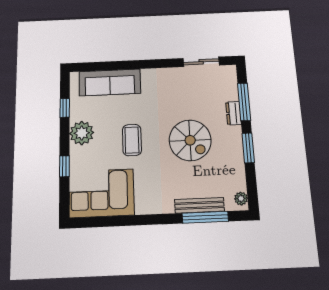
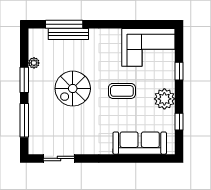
dresser: (233, 113) -> (34, 110), removed
coffee table: (132, 140) -> (122, 91), turned 90
spiral stairs: (190, 140) -> (73, 89), turned -90
plant: (241, 198) -> (34, 63), moved

